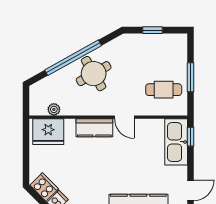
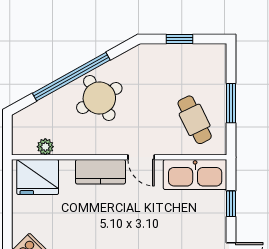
cafe table: (164, 90) -> (195, 120), turned 64
window: (190, 137) -> (231, 204), moved
kitchen sink: (176, 142) -> (195, 175), moved, turned -90

